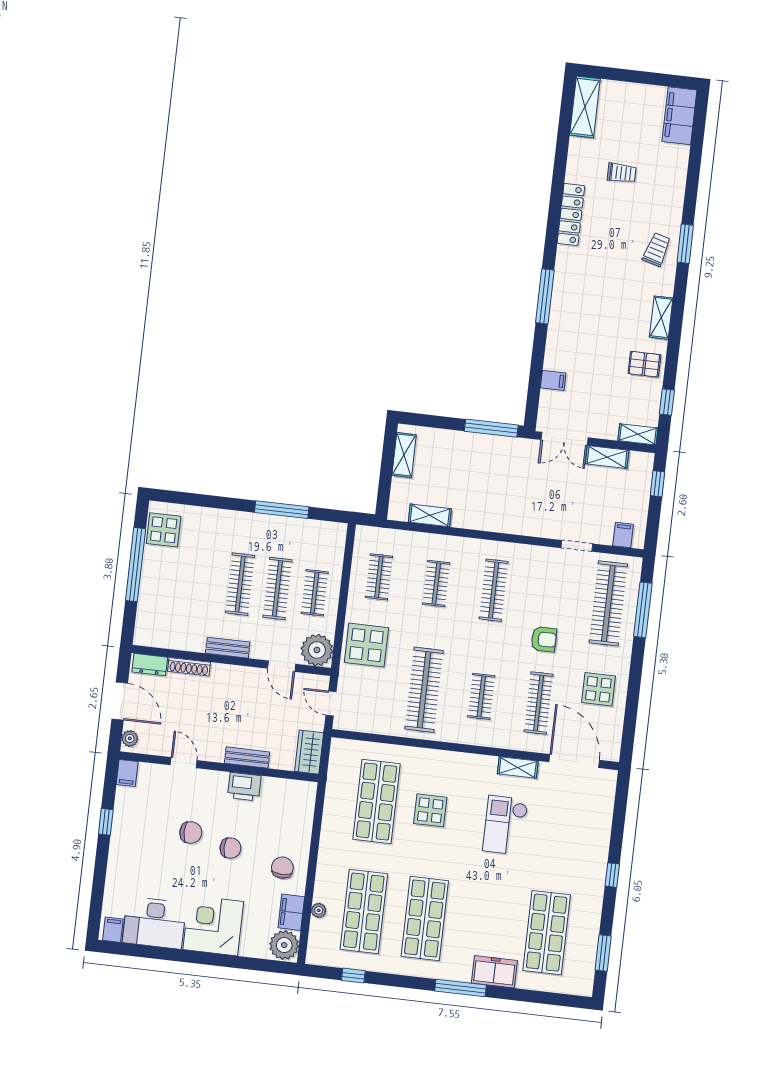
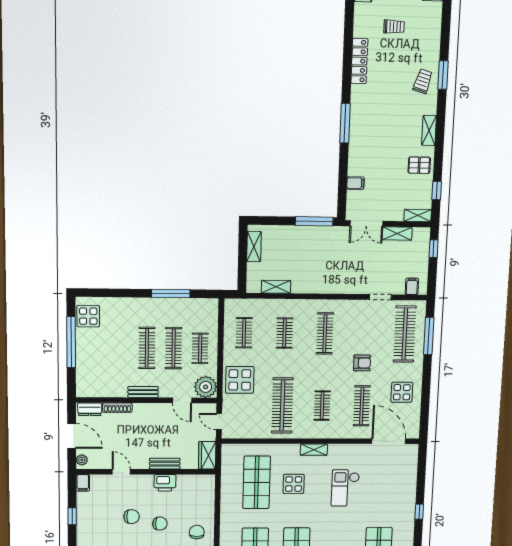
shelving: (518, 767) -> (314, 450), moved

